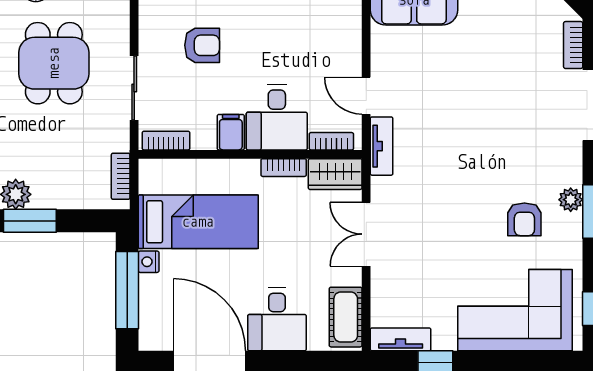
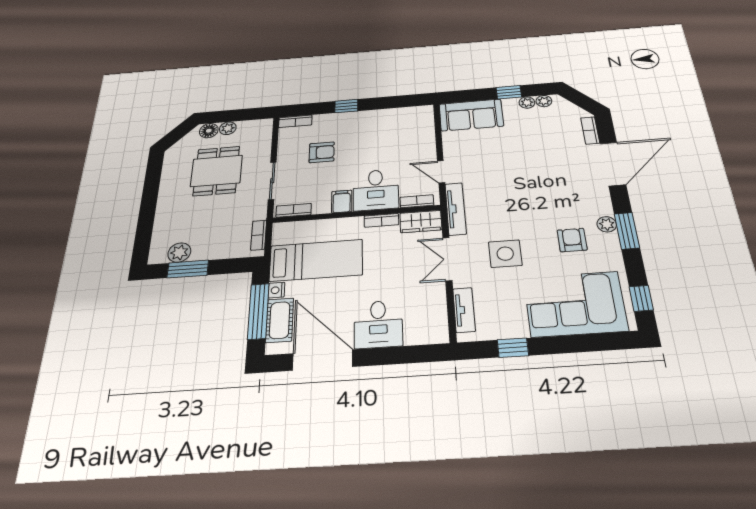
tv unit: (382, 146) -> (456, 209), width x1.41
armchair: (524, 219) -> (572, 240), turned 180
side table: (439, 232) -> (505, 254), added
cot: (346, 317) -> (280, 320), moved
tv unit: (401, 339) -> (464, 310), moved, turned 90

